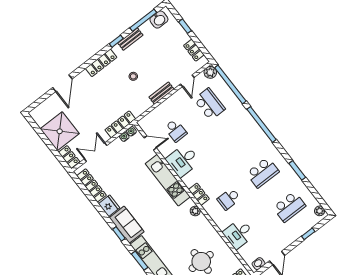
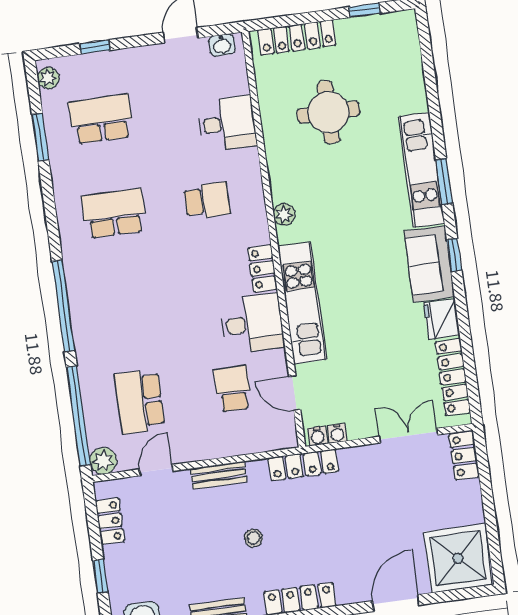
locker: (120, 124) -> (303, 465), moved
shower: (60, 131) -> (458, 558), moved
double door: (96, 152) -> (408, 436), swing flipped
window: (297, 170) -> (40, 137), moved
locker: (199, 194) -> (262, 269), moved

